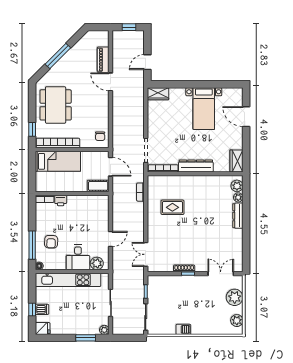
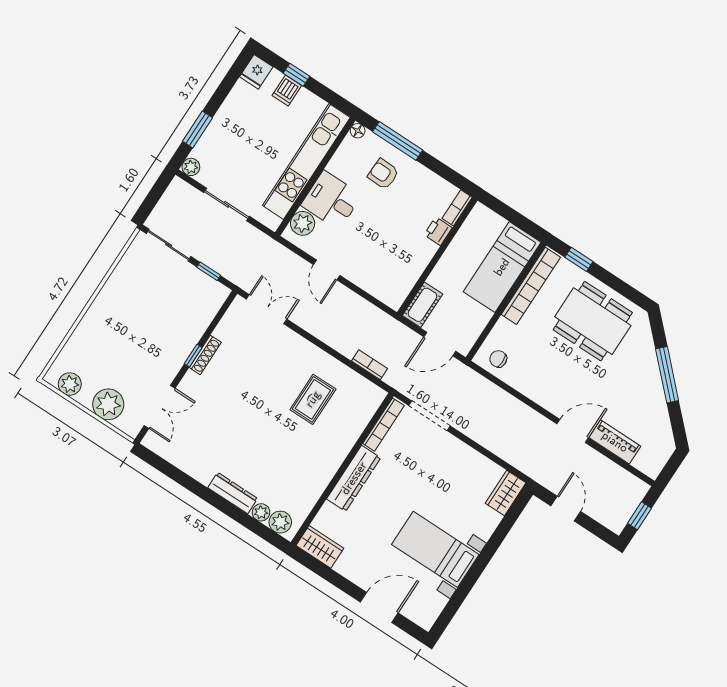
barbecue: (183, 329) -> (111, 291), removed

